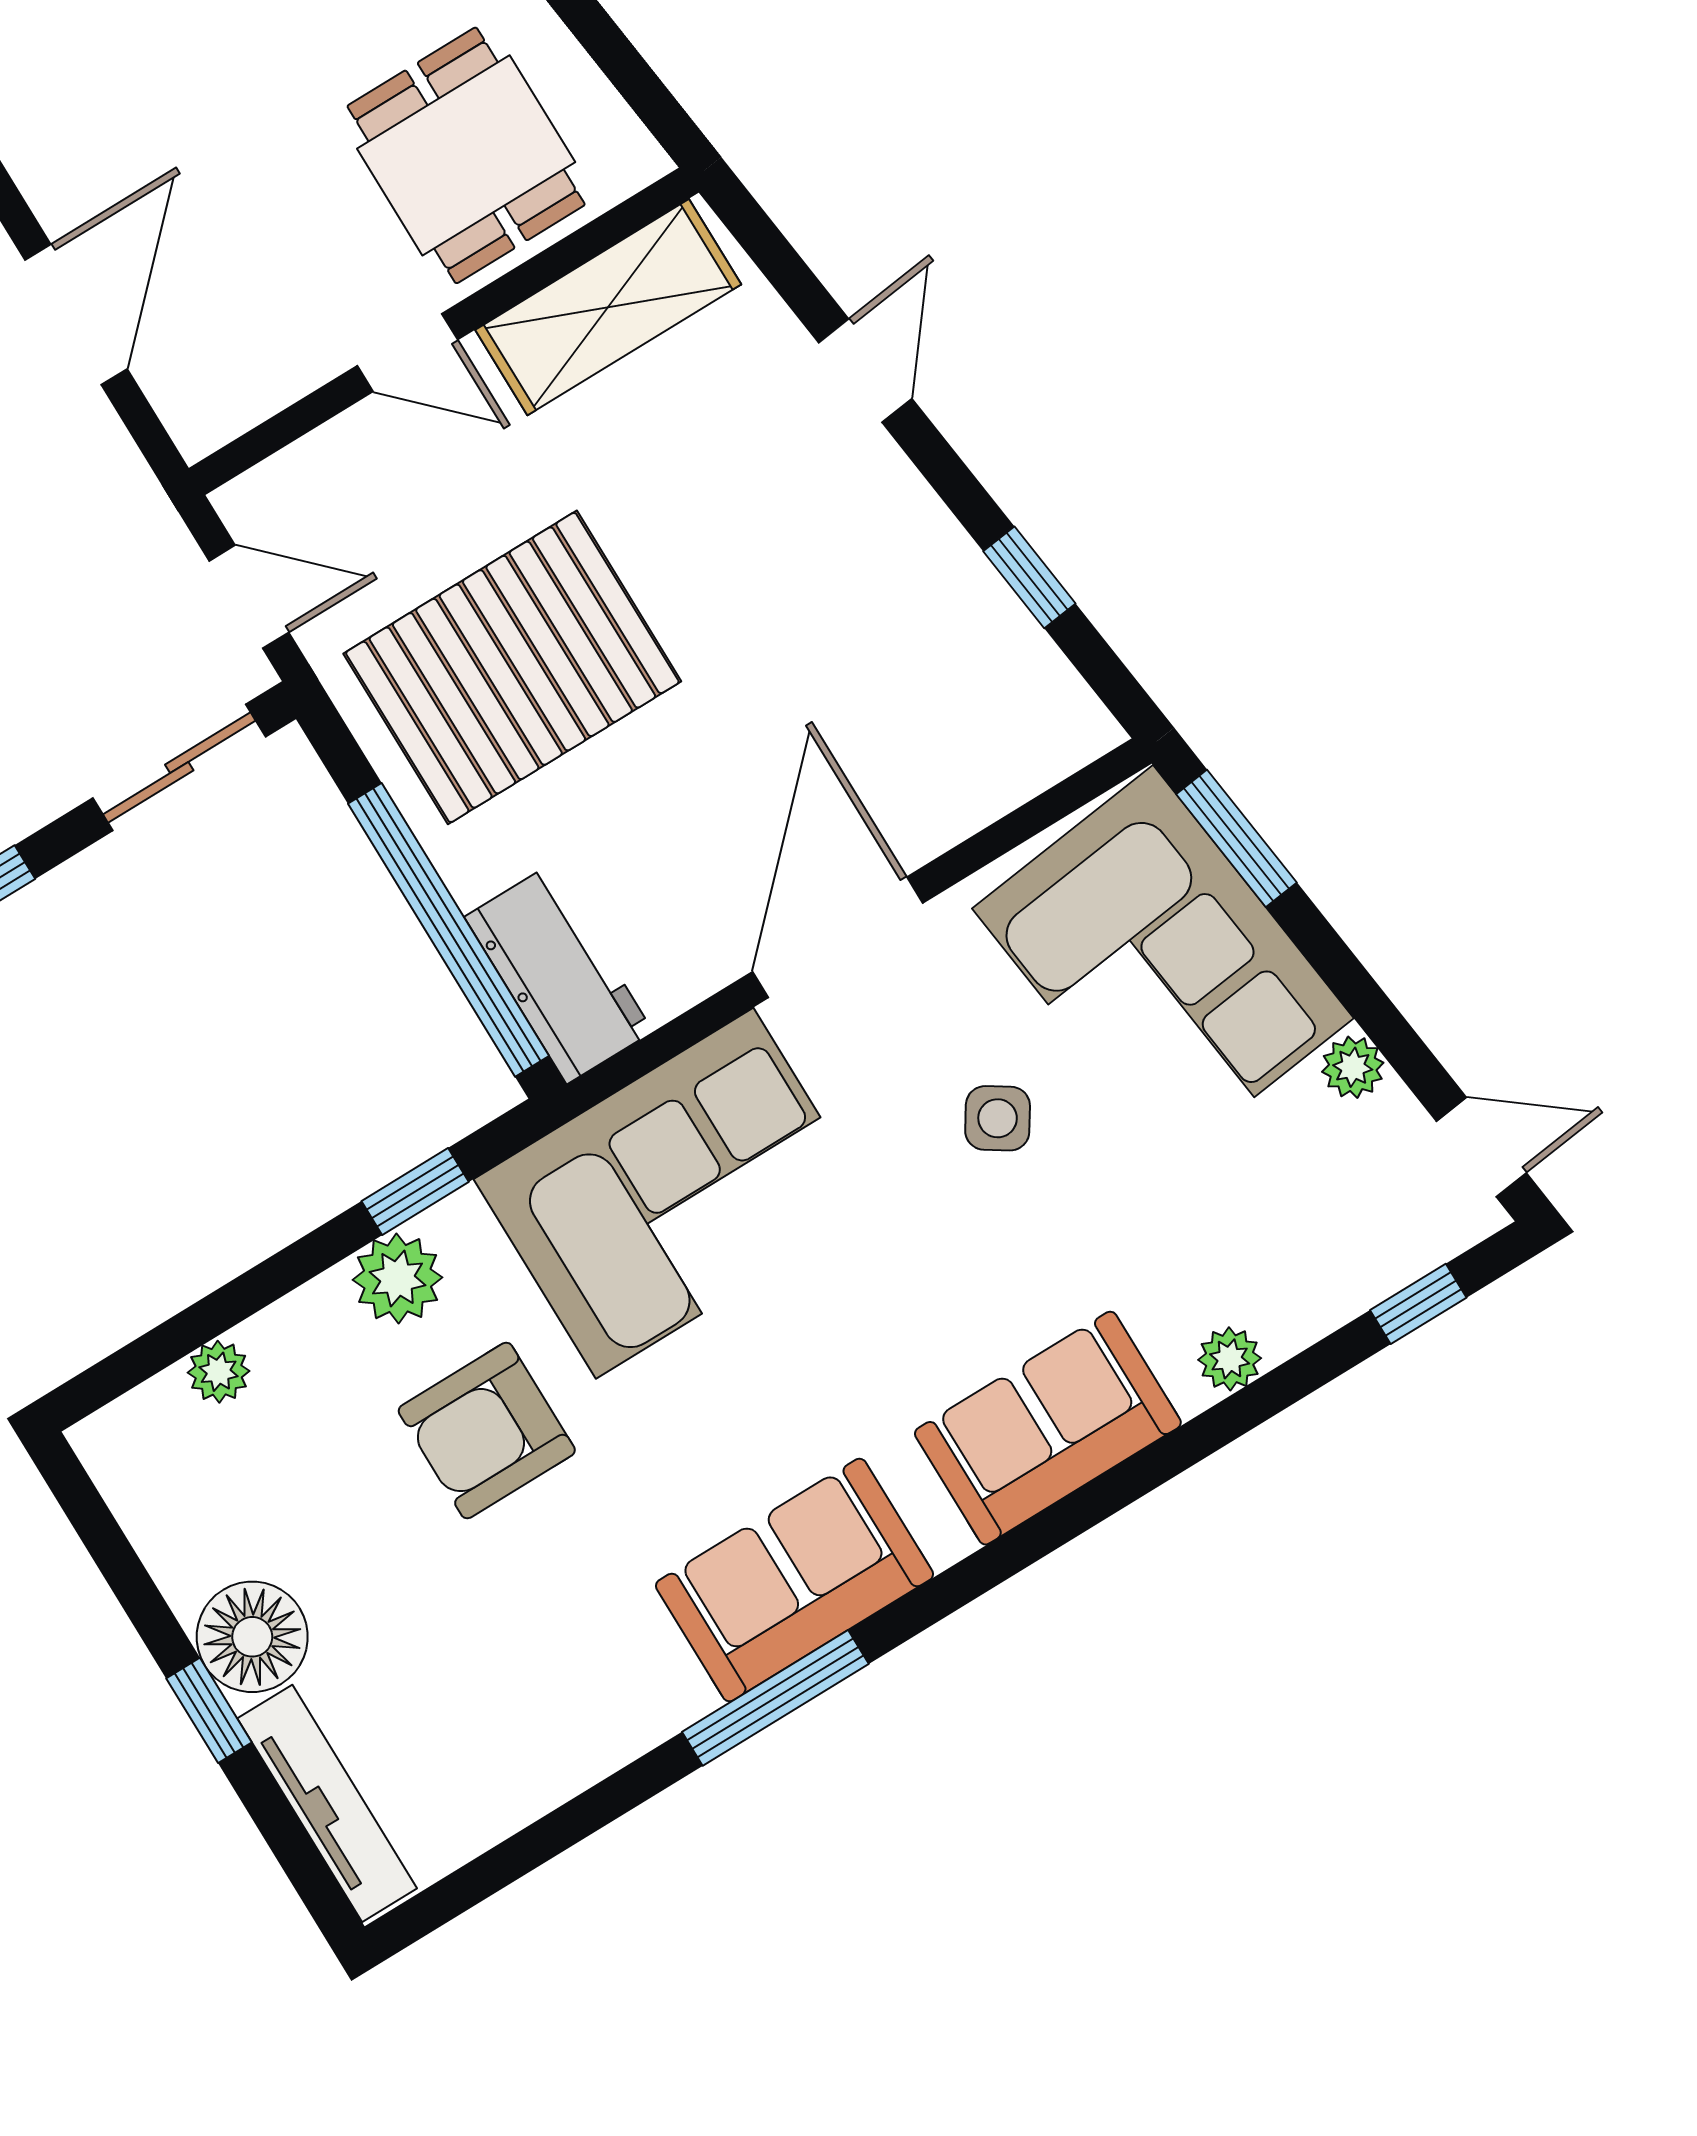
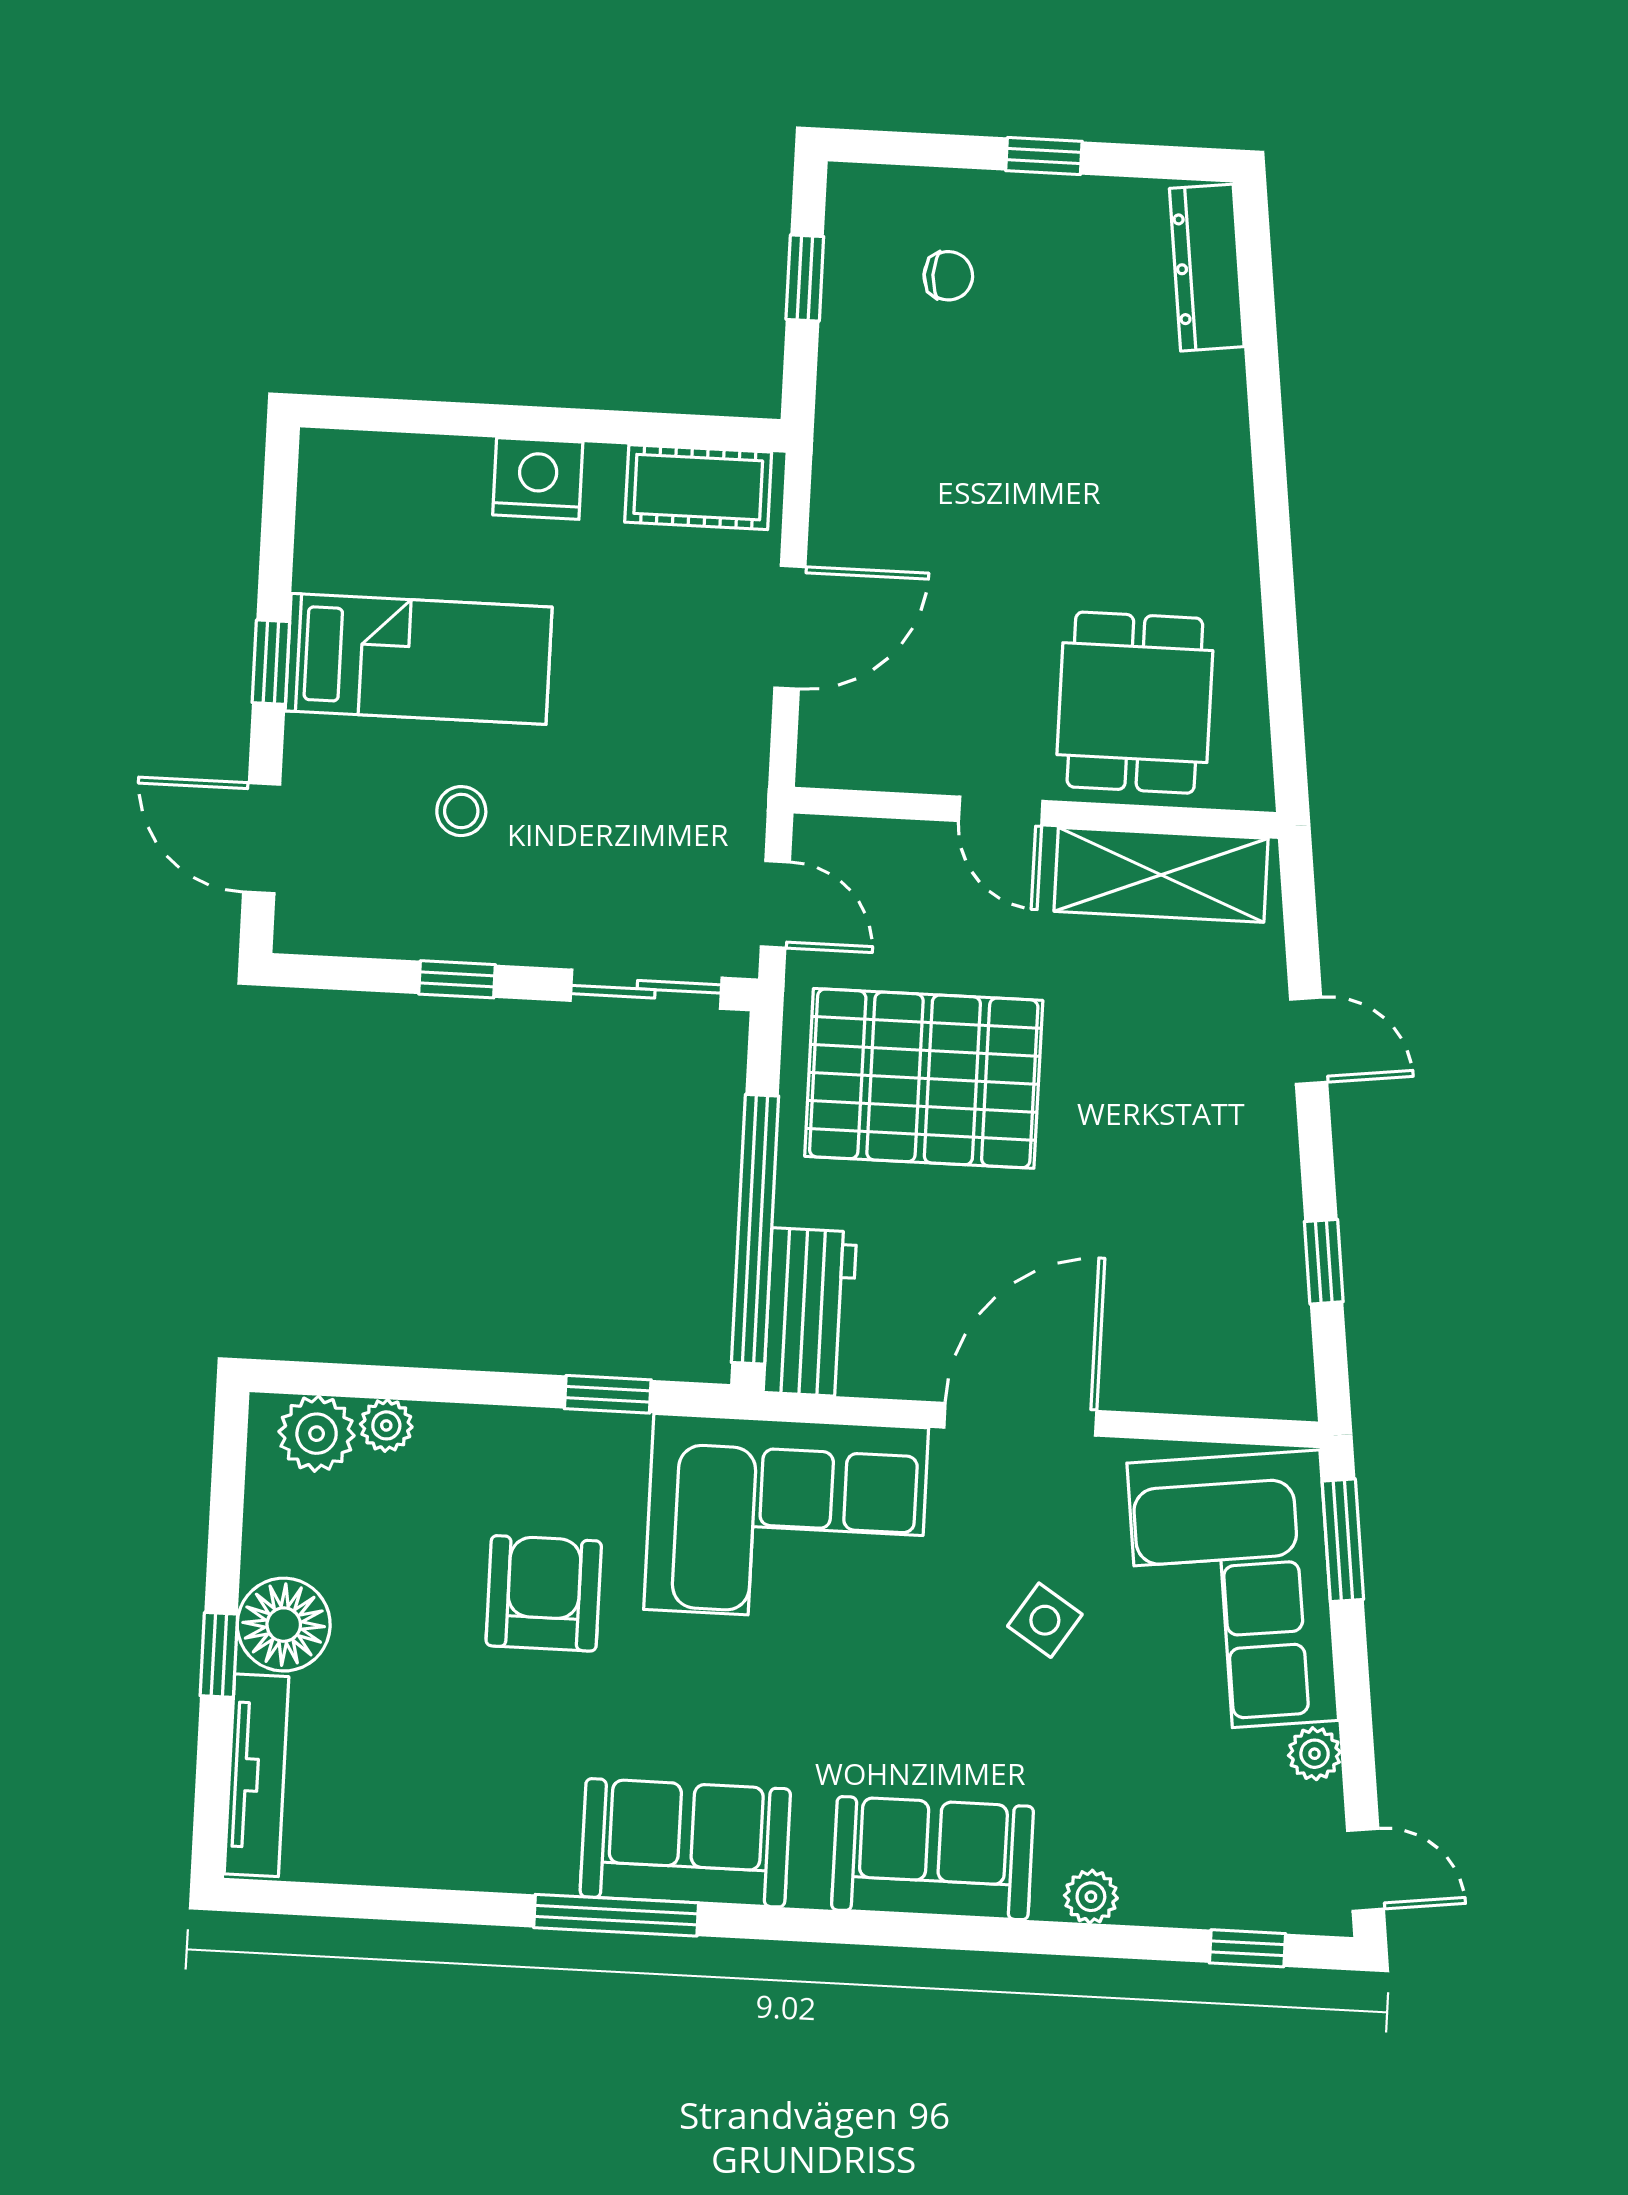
door: (865, 371) -> (1309, 1041), hinge flipped
plant: (398, 1279) -> (317, 1434), moved
armchair: (487, 1430) -> (544, 1593), turned 90

